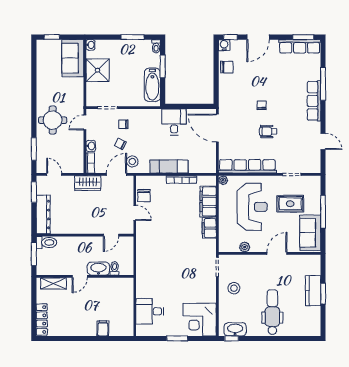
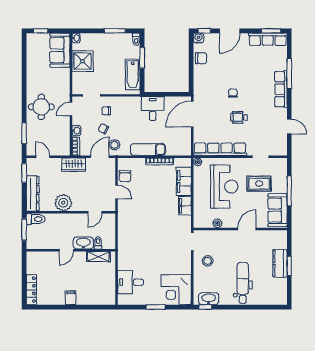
door: (217, 128) -> (192, 114), hinge flipped
plant: (77, 225) -> (63, 203), added
shelving: (54, 283) -> (98, 257), moved
filing cabinet: (103, 328) -> (71, 298), moved

